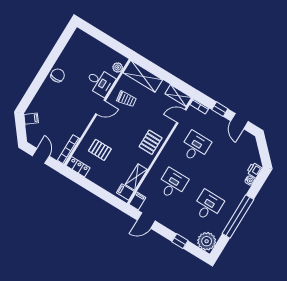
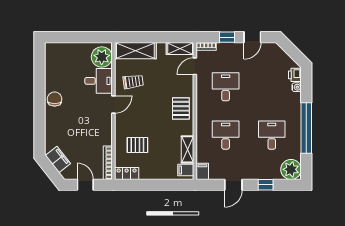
plant: (118, 67) -> (102, 57), width x1.87, depth x1.87
filing cabinet: (31, 119) -> (58, 160), width x2.00
door: (239, 121) -> (252, 37), hinge flipped
door: (146, 220) -> (233, 185), moved

